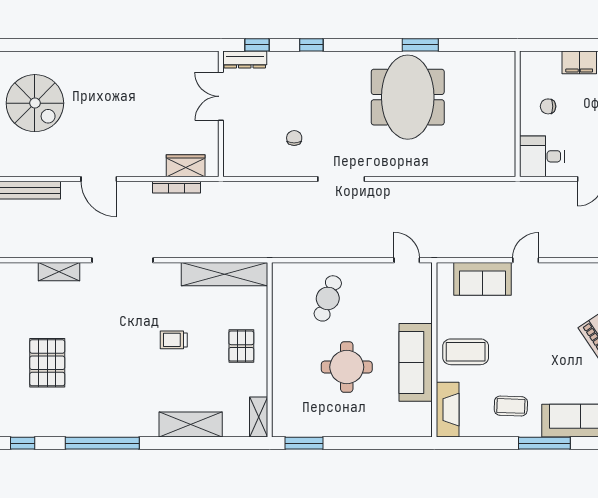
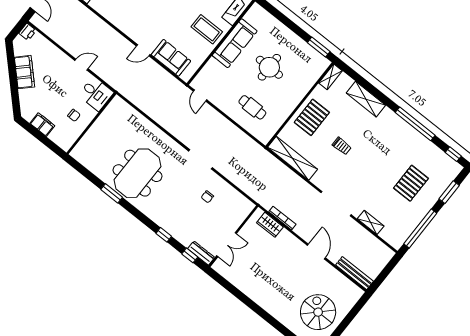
cafe table: (328, 298) -> (252, 107), turned 70
pallet: (241, 346) -> (312, 117), width x1.50, depth x1.42

